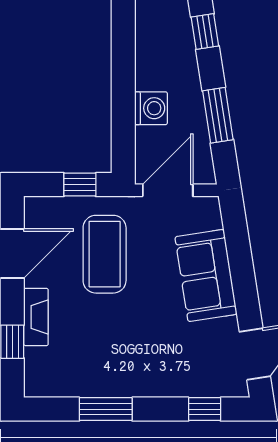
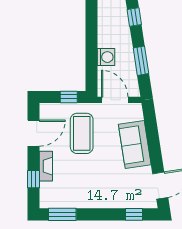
door: (168, 190) -> (115, 100), hinge flipped
window: (106, 409) -> (62, 214), moved

